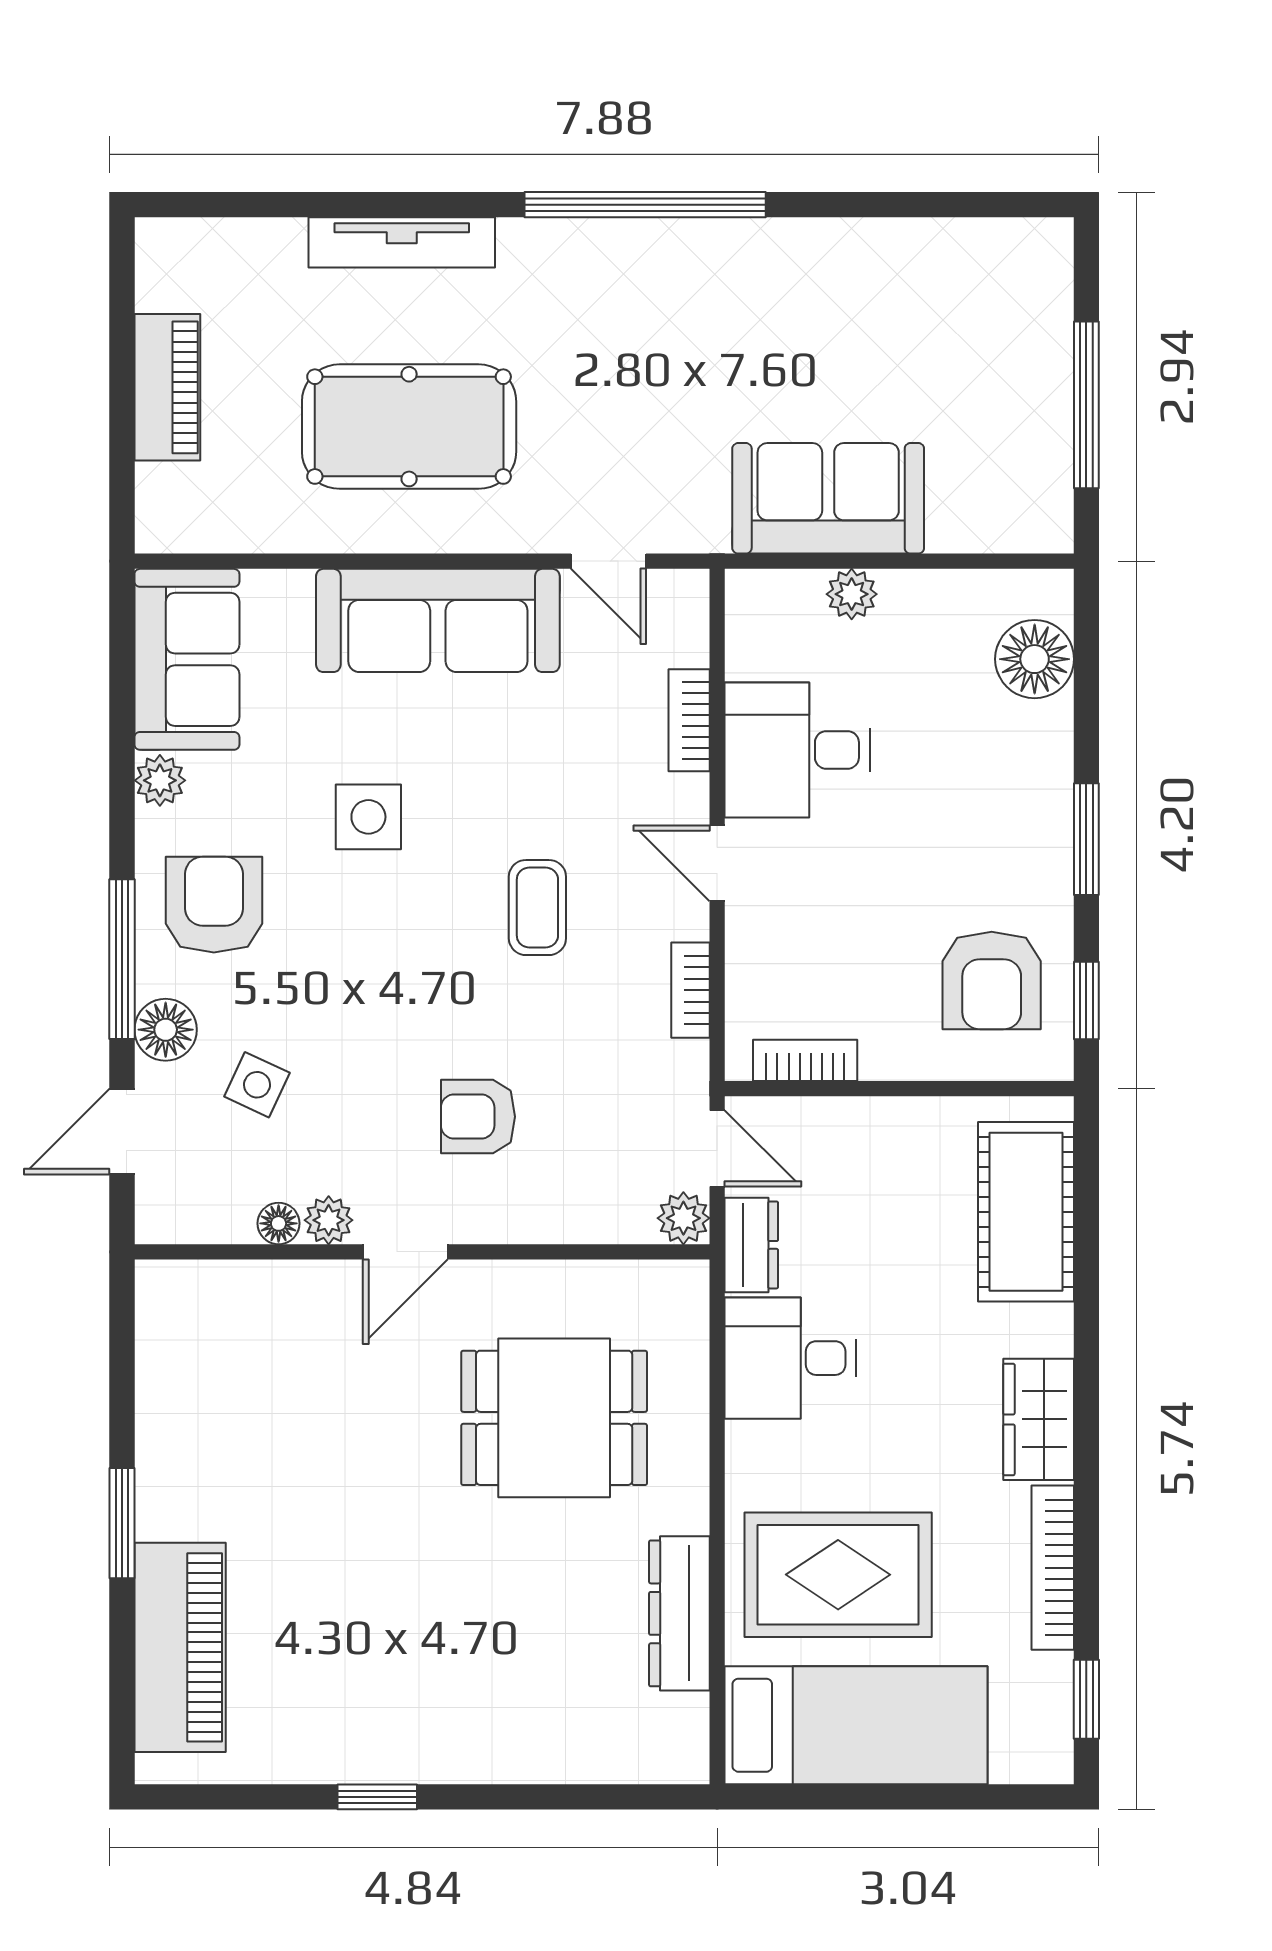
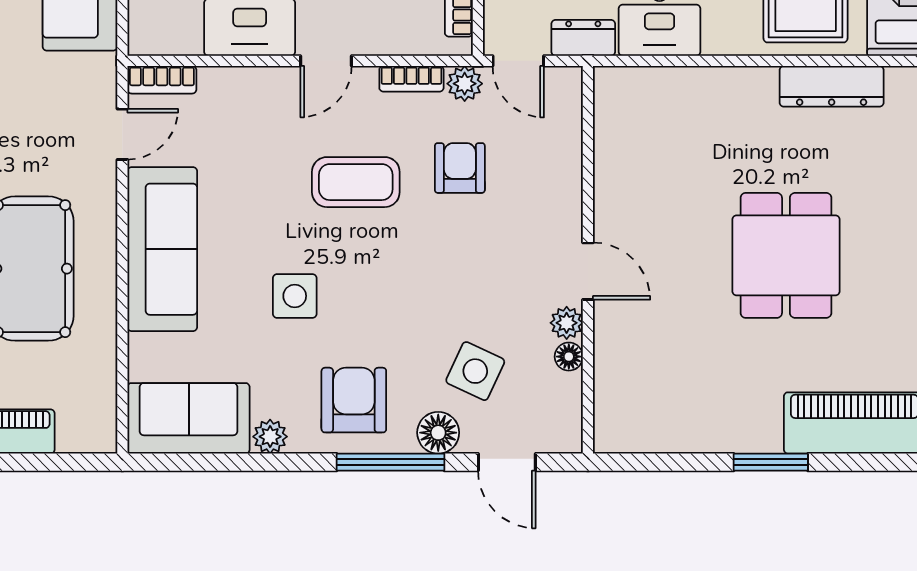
bookcase: (689, 720) -> (162, 80), moved
armchair: (214, 905) -> (354, 400), turned 90
coffee table: (537, 908) -> (356, 182), width x1.36, depth x1.30
side table: (257, 1085) -> (475, 371), width x1.37, depth x1.37
armchair: (478, 1117) -> (460, 168), moved, turned 180
door: (717, 1149) -> (518, 61), swing flipped
plant: (683, 1218) -> (465, 84), moved
dining table: (554, 1418) -> (786, 255), moved

